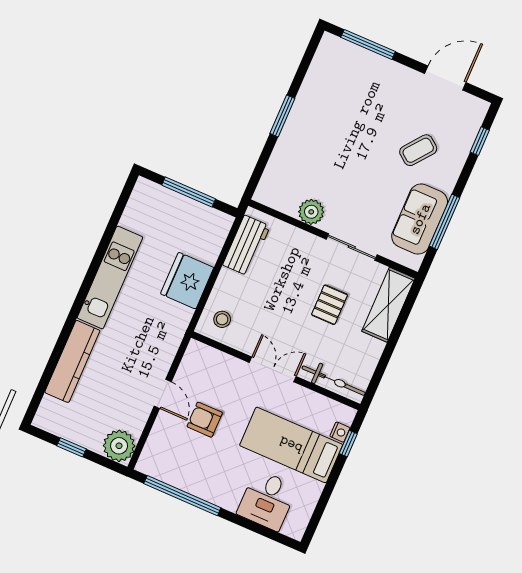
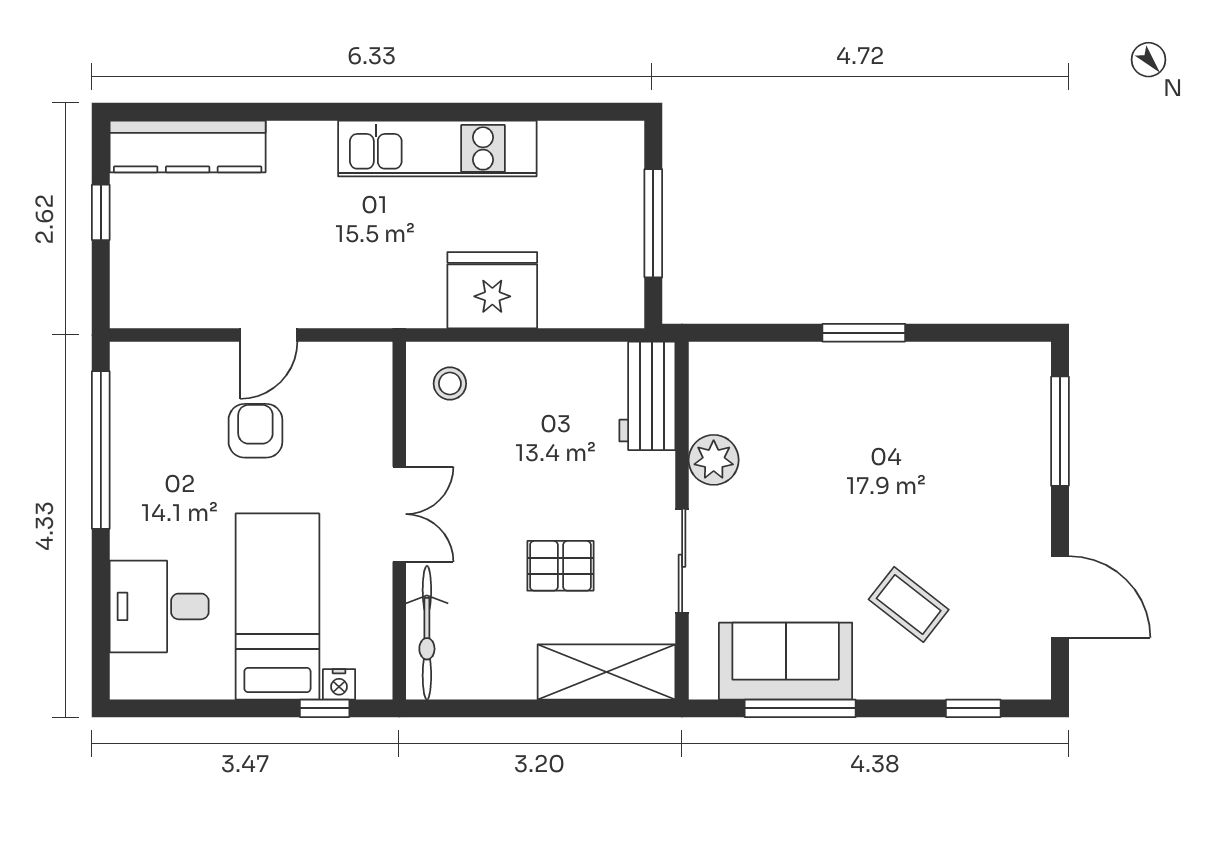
workbench: (246, 246) -> (647, 396), moved, turned 90
kitchen counter: (72, 361) -> (188, 147), moved
plant: (119, 446) -> (141, 297), removed

